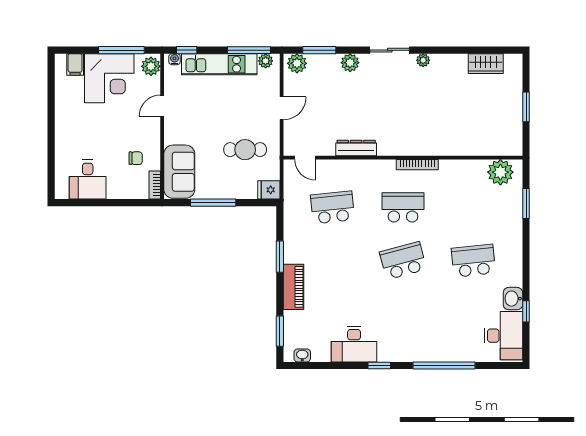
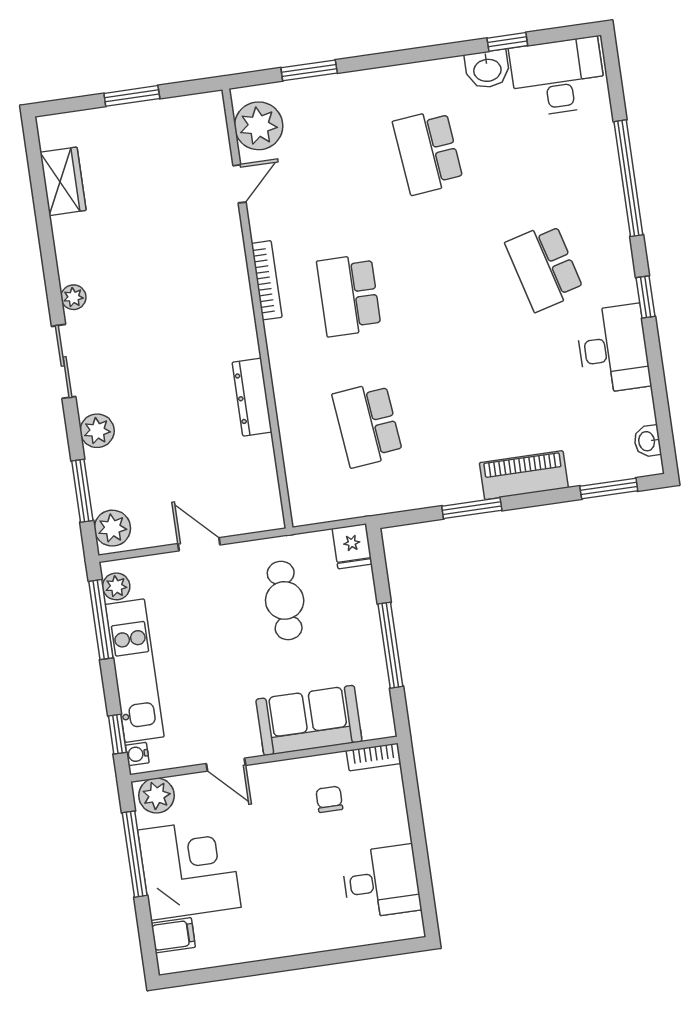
door: (305, 158) -> (239, 184), moved
sofa: (179, 172) -> (309, 720), moved
school desk: (403, 261) -> (545, 267), moved

